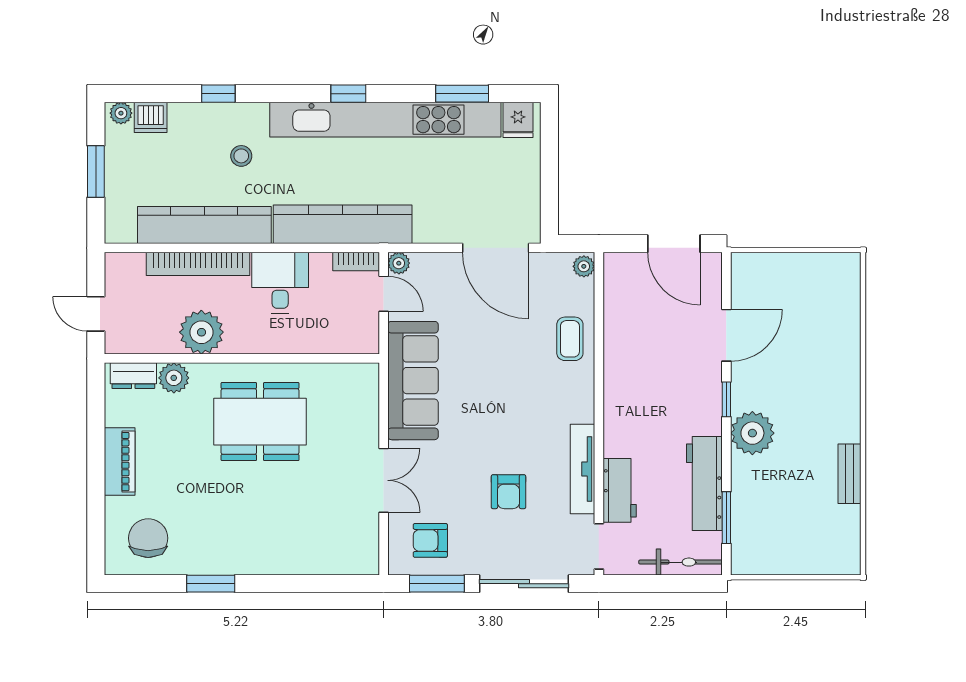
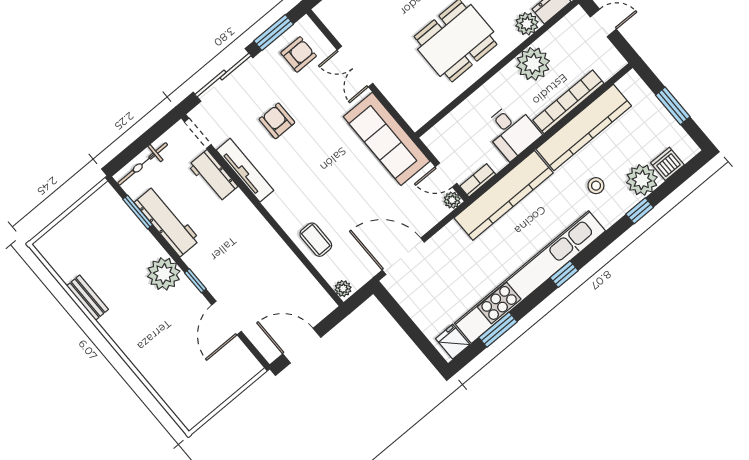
plant: (121, 113) -> (642, 180), moved, width x1.88, depth x1.88

